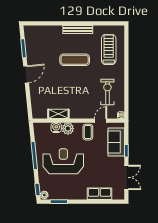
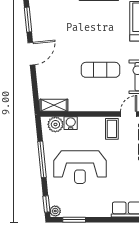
exercise mat: (75, 60) -> (100, 70), moved
shelving: (58, 114) -> (54, 105), moved
plant: (68, 129) -> (55, 124), moved
reception desk: (63, 161) -> (80, 167), turned 180

